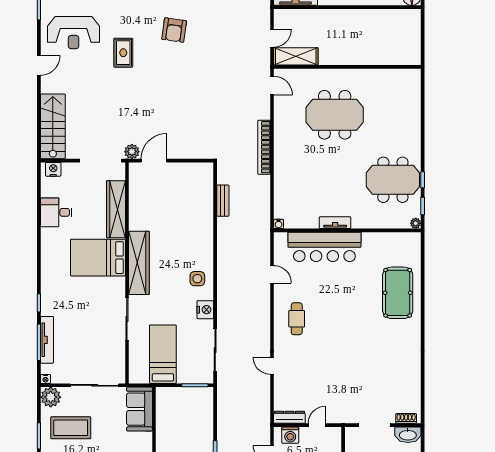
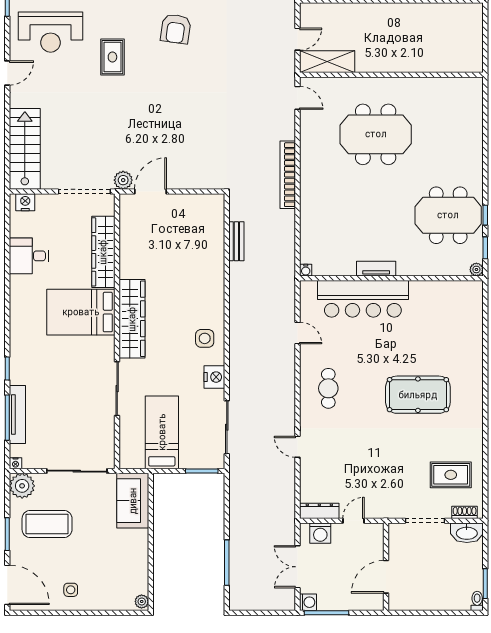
pool table: (398, 293) -> (418, 395), moved, turned 90
rug: (395, 388) -> (451, 475), added

